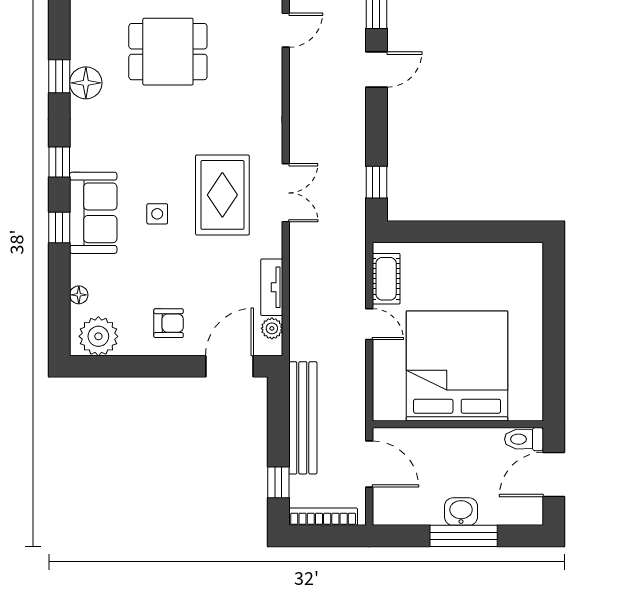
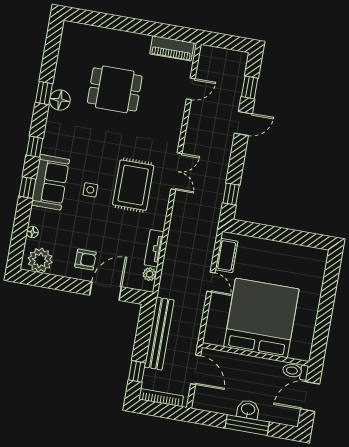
double door: (286, 193) -> (176, 171), moved
door: (229, 366) -> (106, 291), moved

